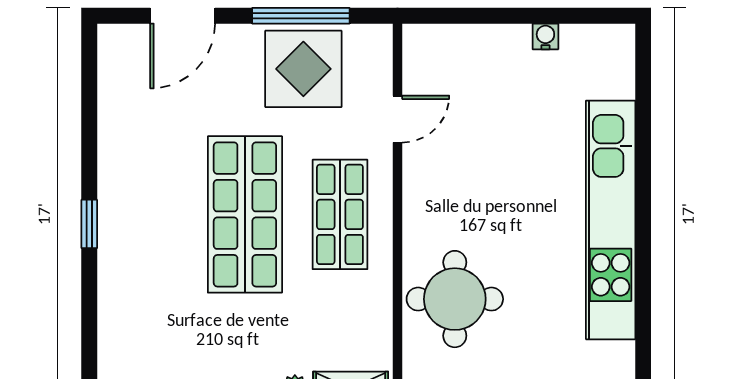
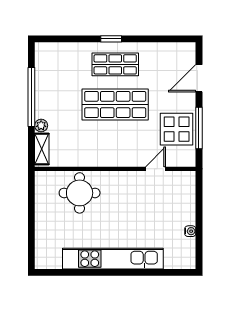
door: (183, 16) -> (199, 78), hinge flipped
door: (397, 119) -> (155, 169), swing flipped
shop shelf: (340, 214) -> (115, 64), moved

